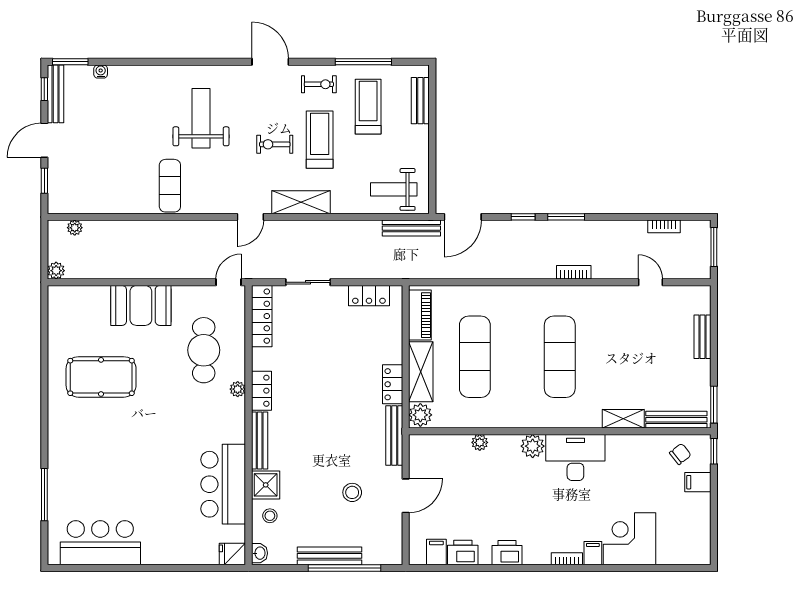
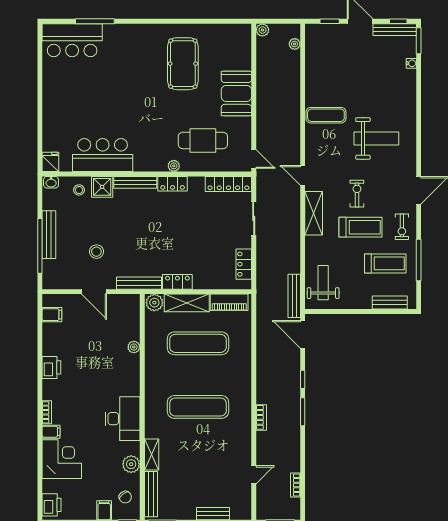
plant: (533, 446) -> (131, 464), moved
bar counter: (100, 543) -> (72, 40), moved, turned 90
printer: (463, 553) -> (51, 505), moved

